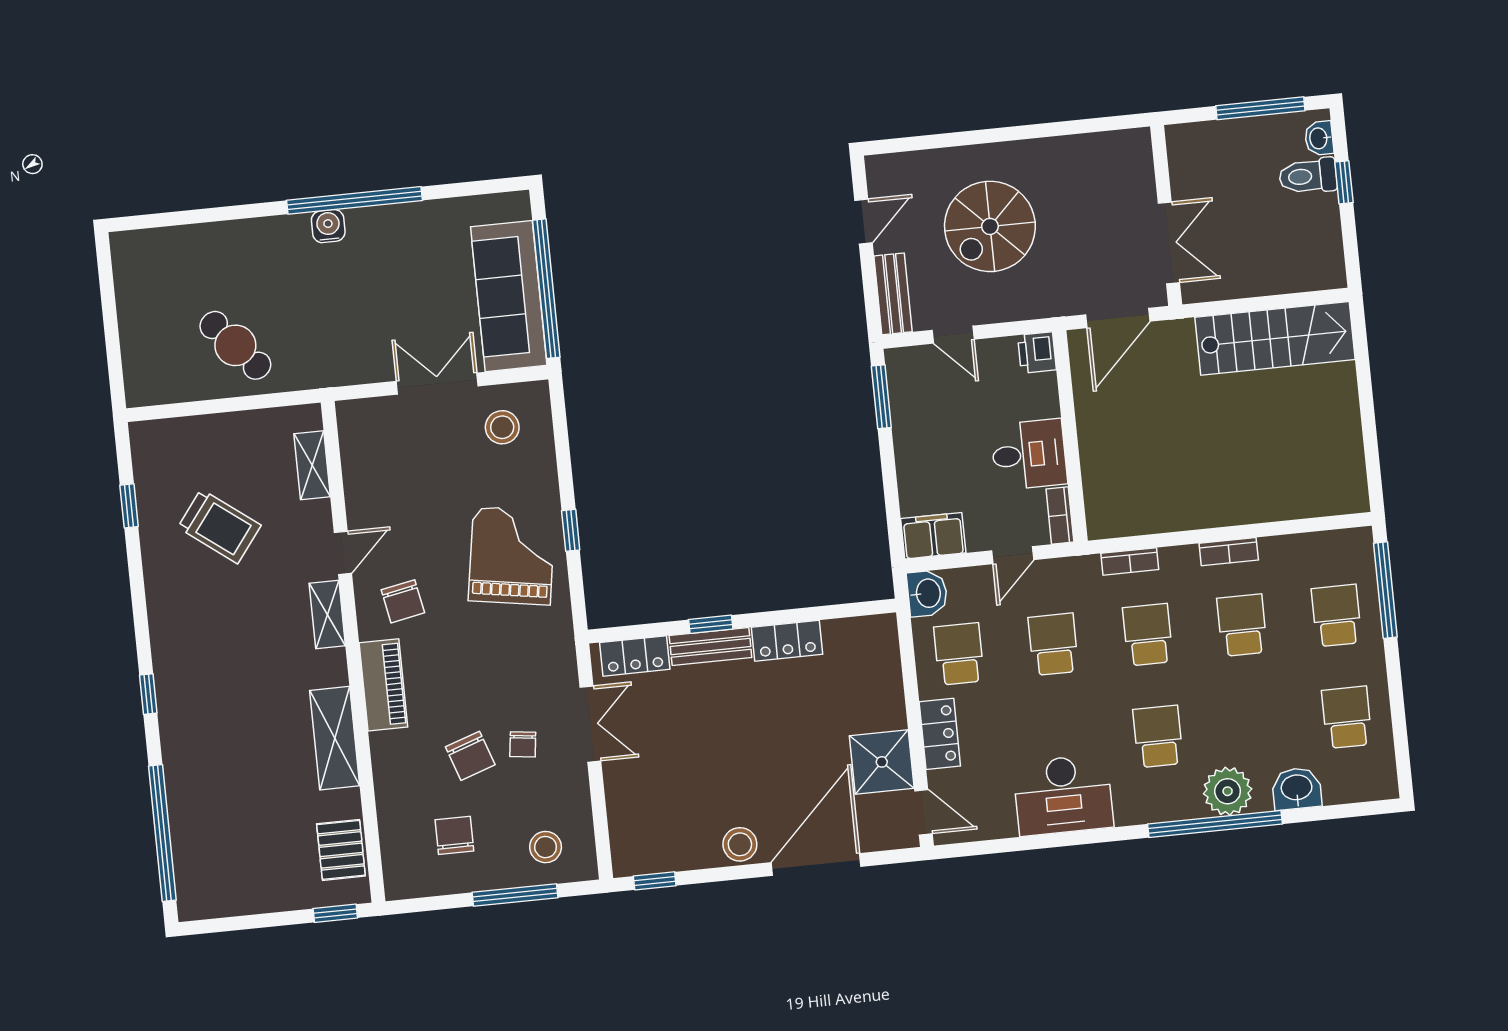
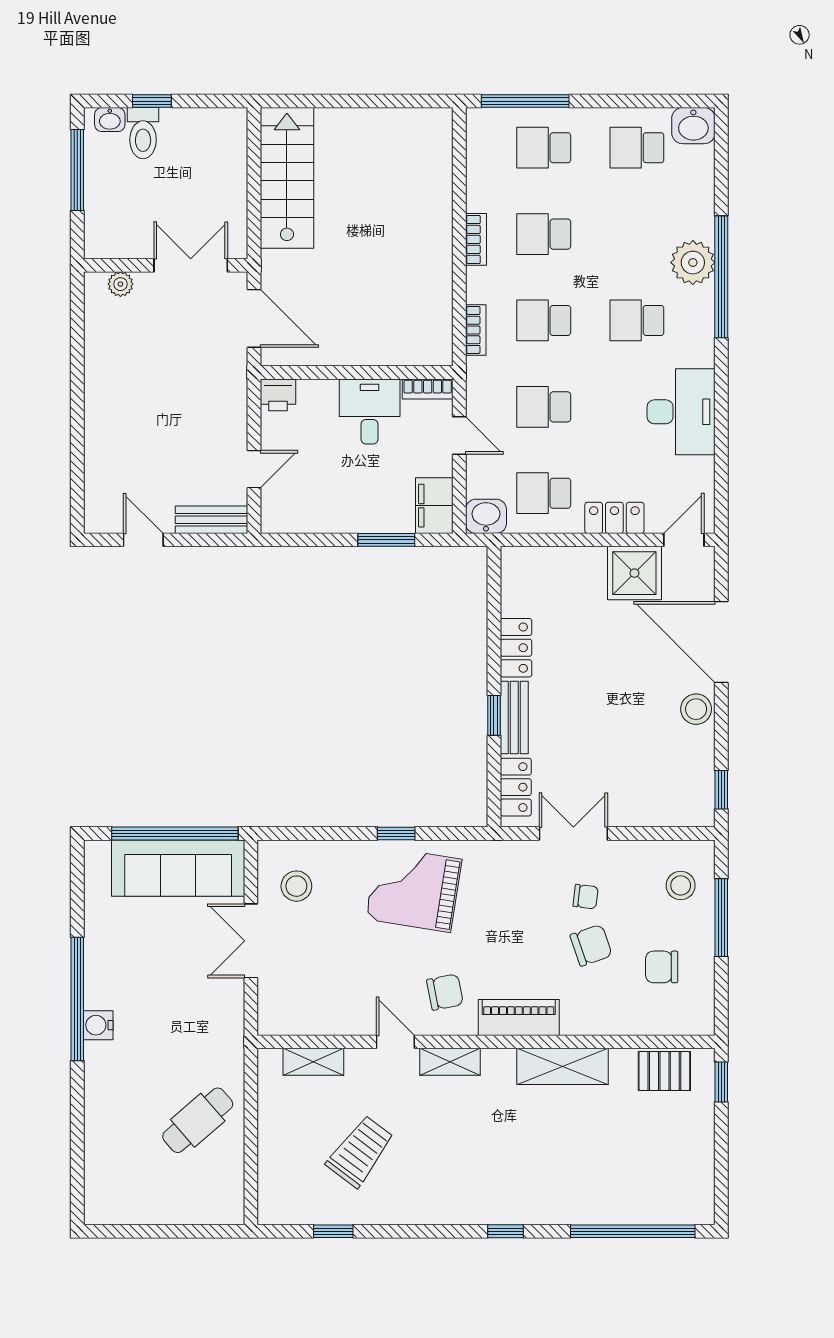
plant: (1140, 168) -> (120, 284), added
spiral stairs: (990, 226) -> (159, 426), removed
window: (881, 397) -> (386, 540), moved
washbasin: (1297, 789) -> (693, 126), moved, turned -90

